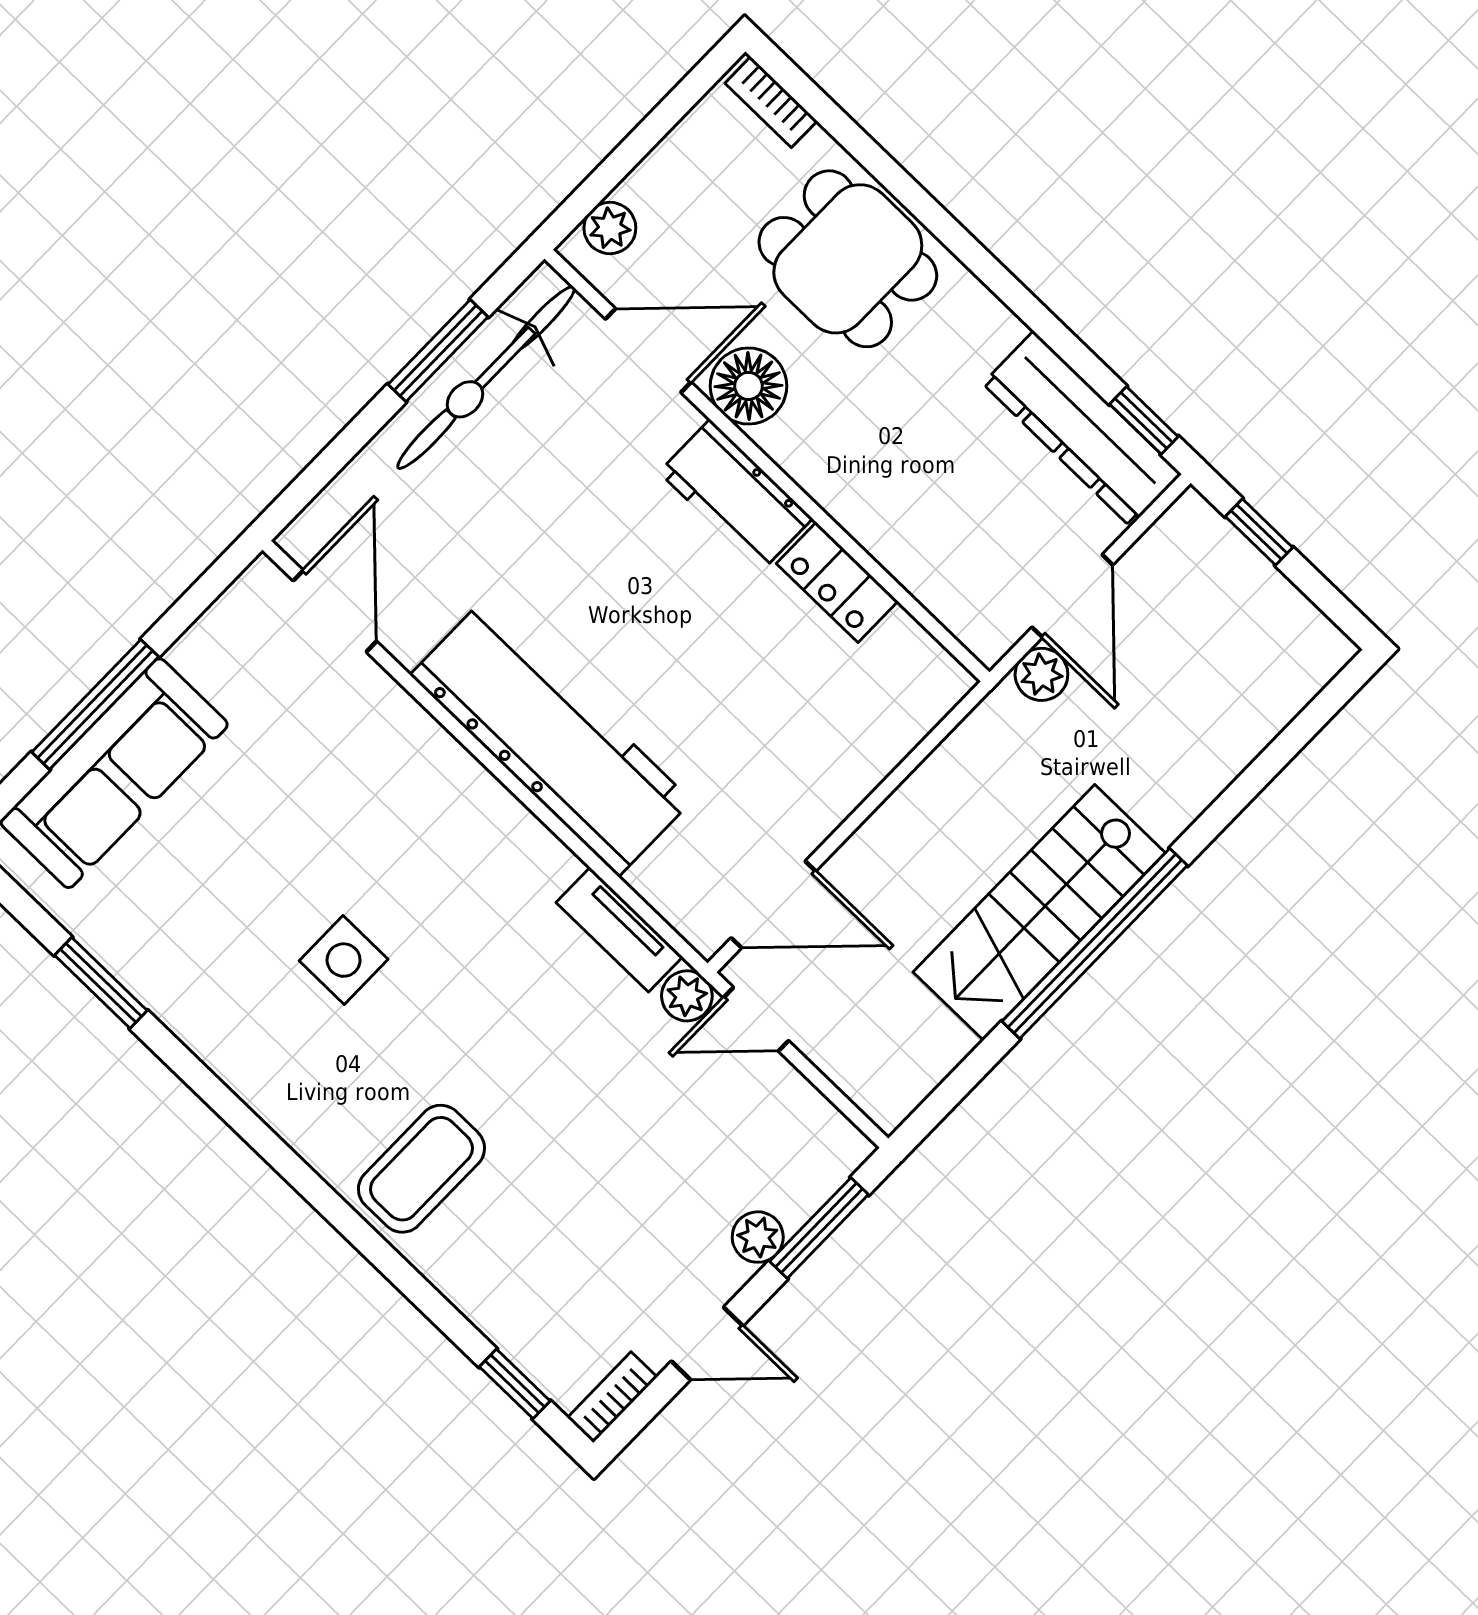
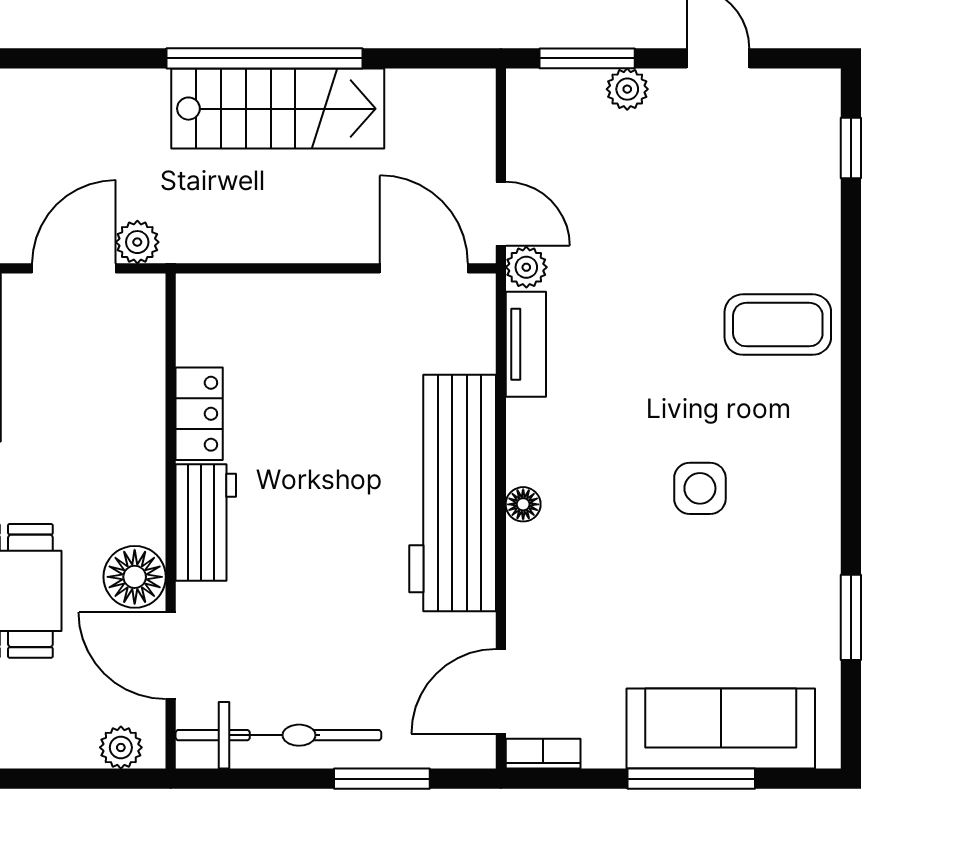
window: (438, 351) -> (382, 779), moved
floor lamp: (481, 791) -> (523, 504), added
bookcase: (612, 1397) -> (543, 754), moved, turned 180

